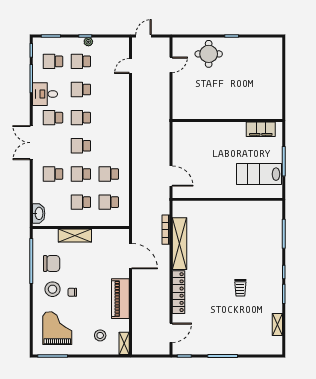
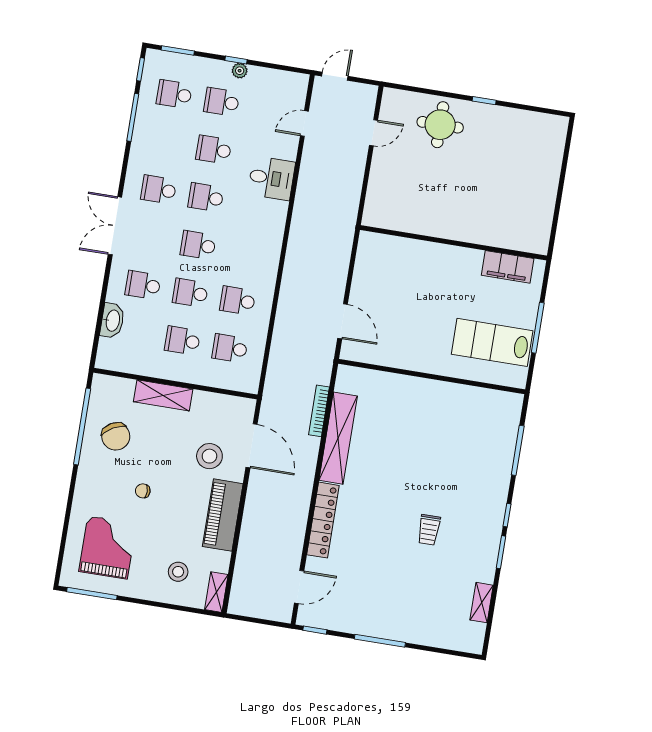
desk: (45, 94) -> (271, 178), moved, turned 180
washbasin: (39, 213) -> (112, 321), moved
chair: (52, 263) -> (116, 436), turned 61
stool: (53, 289) -> (209, 456), moved

